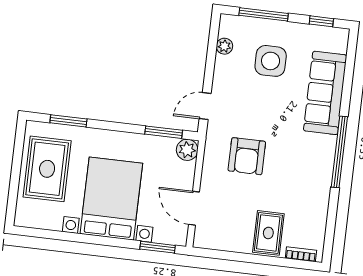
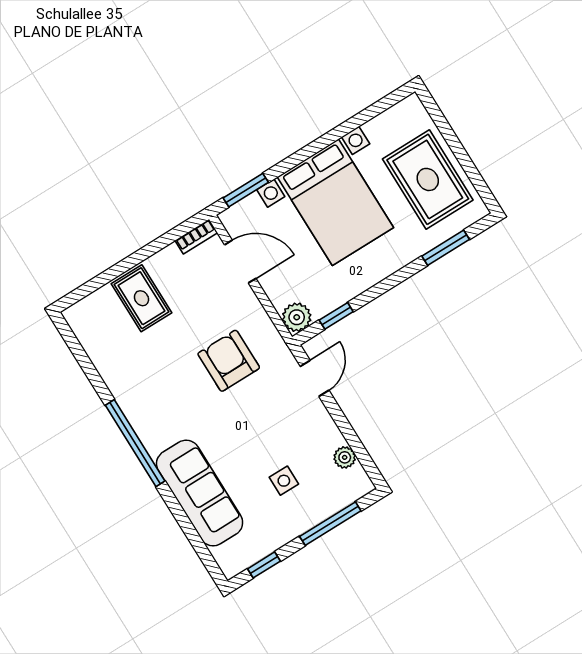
side table: (271, 61) -> (284, 481), width x0.54, depth x0.54
window: (164, 132) -> (336, 316), width x0.67
bookcase: (301, 254) -> (196, 237), moved

